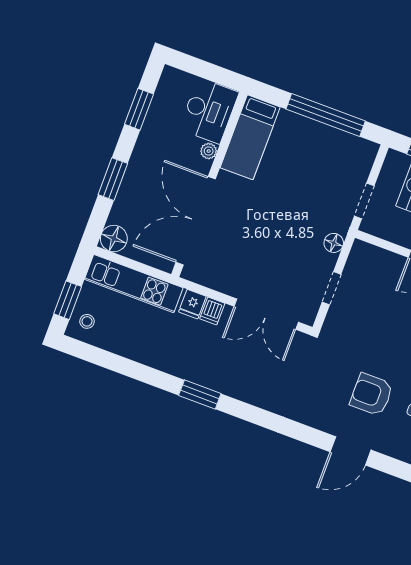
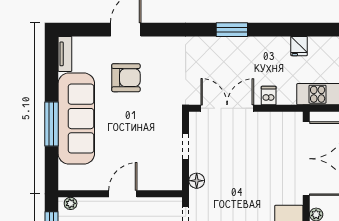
fridge: (192, 304) -> (299, 46), moved, turned 180
window: (200, 395) -> (232, 30), moved

